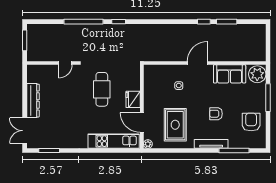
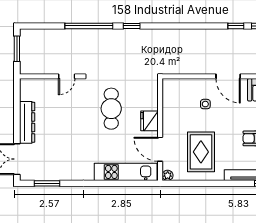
door: (197, 63) -> (228, 76), swing flipped

